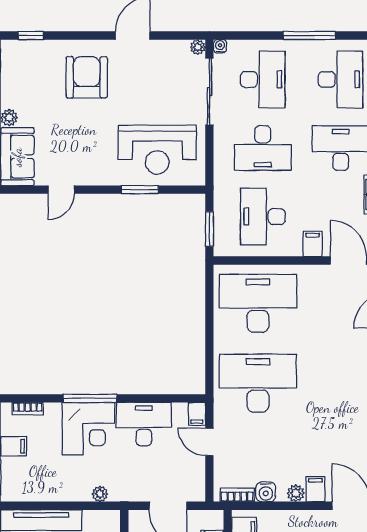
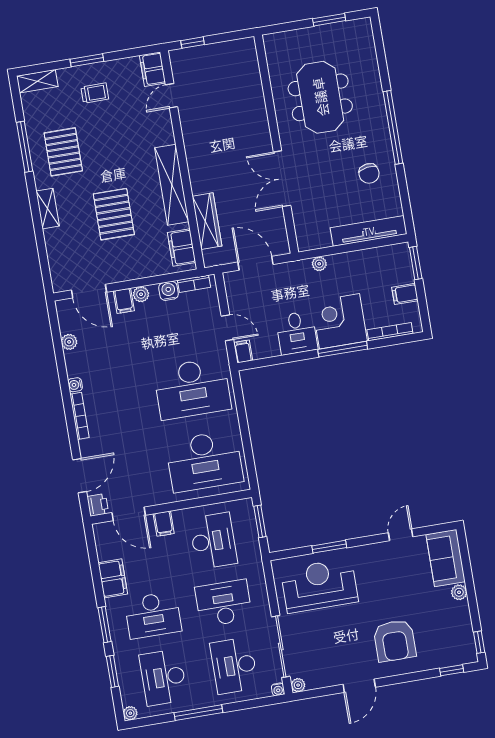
bookcase: (28, 409) -> (390, 332), width x1.56
desk: (144, 424) -> (297, 333), width x0.73

